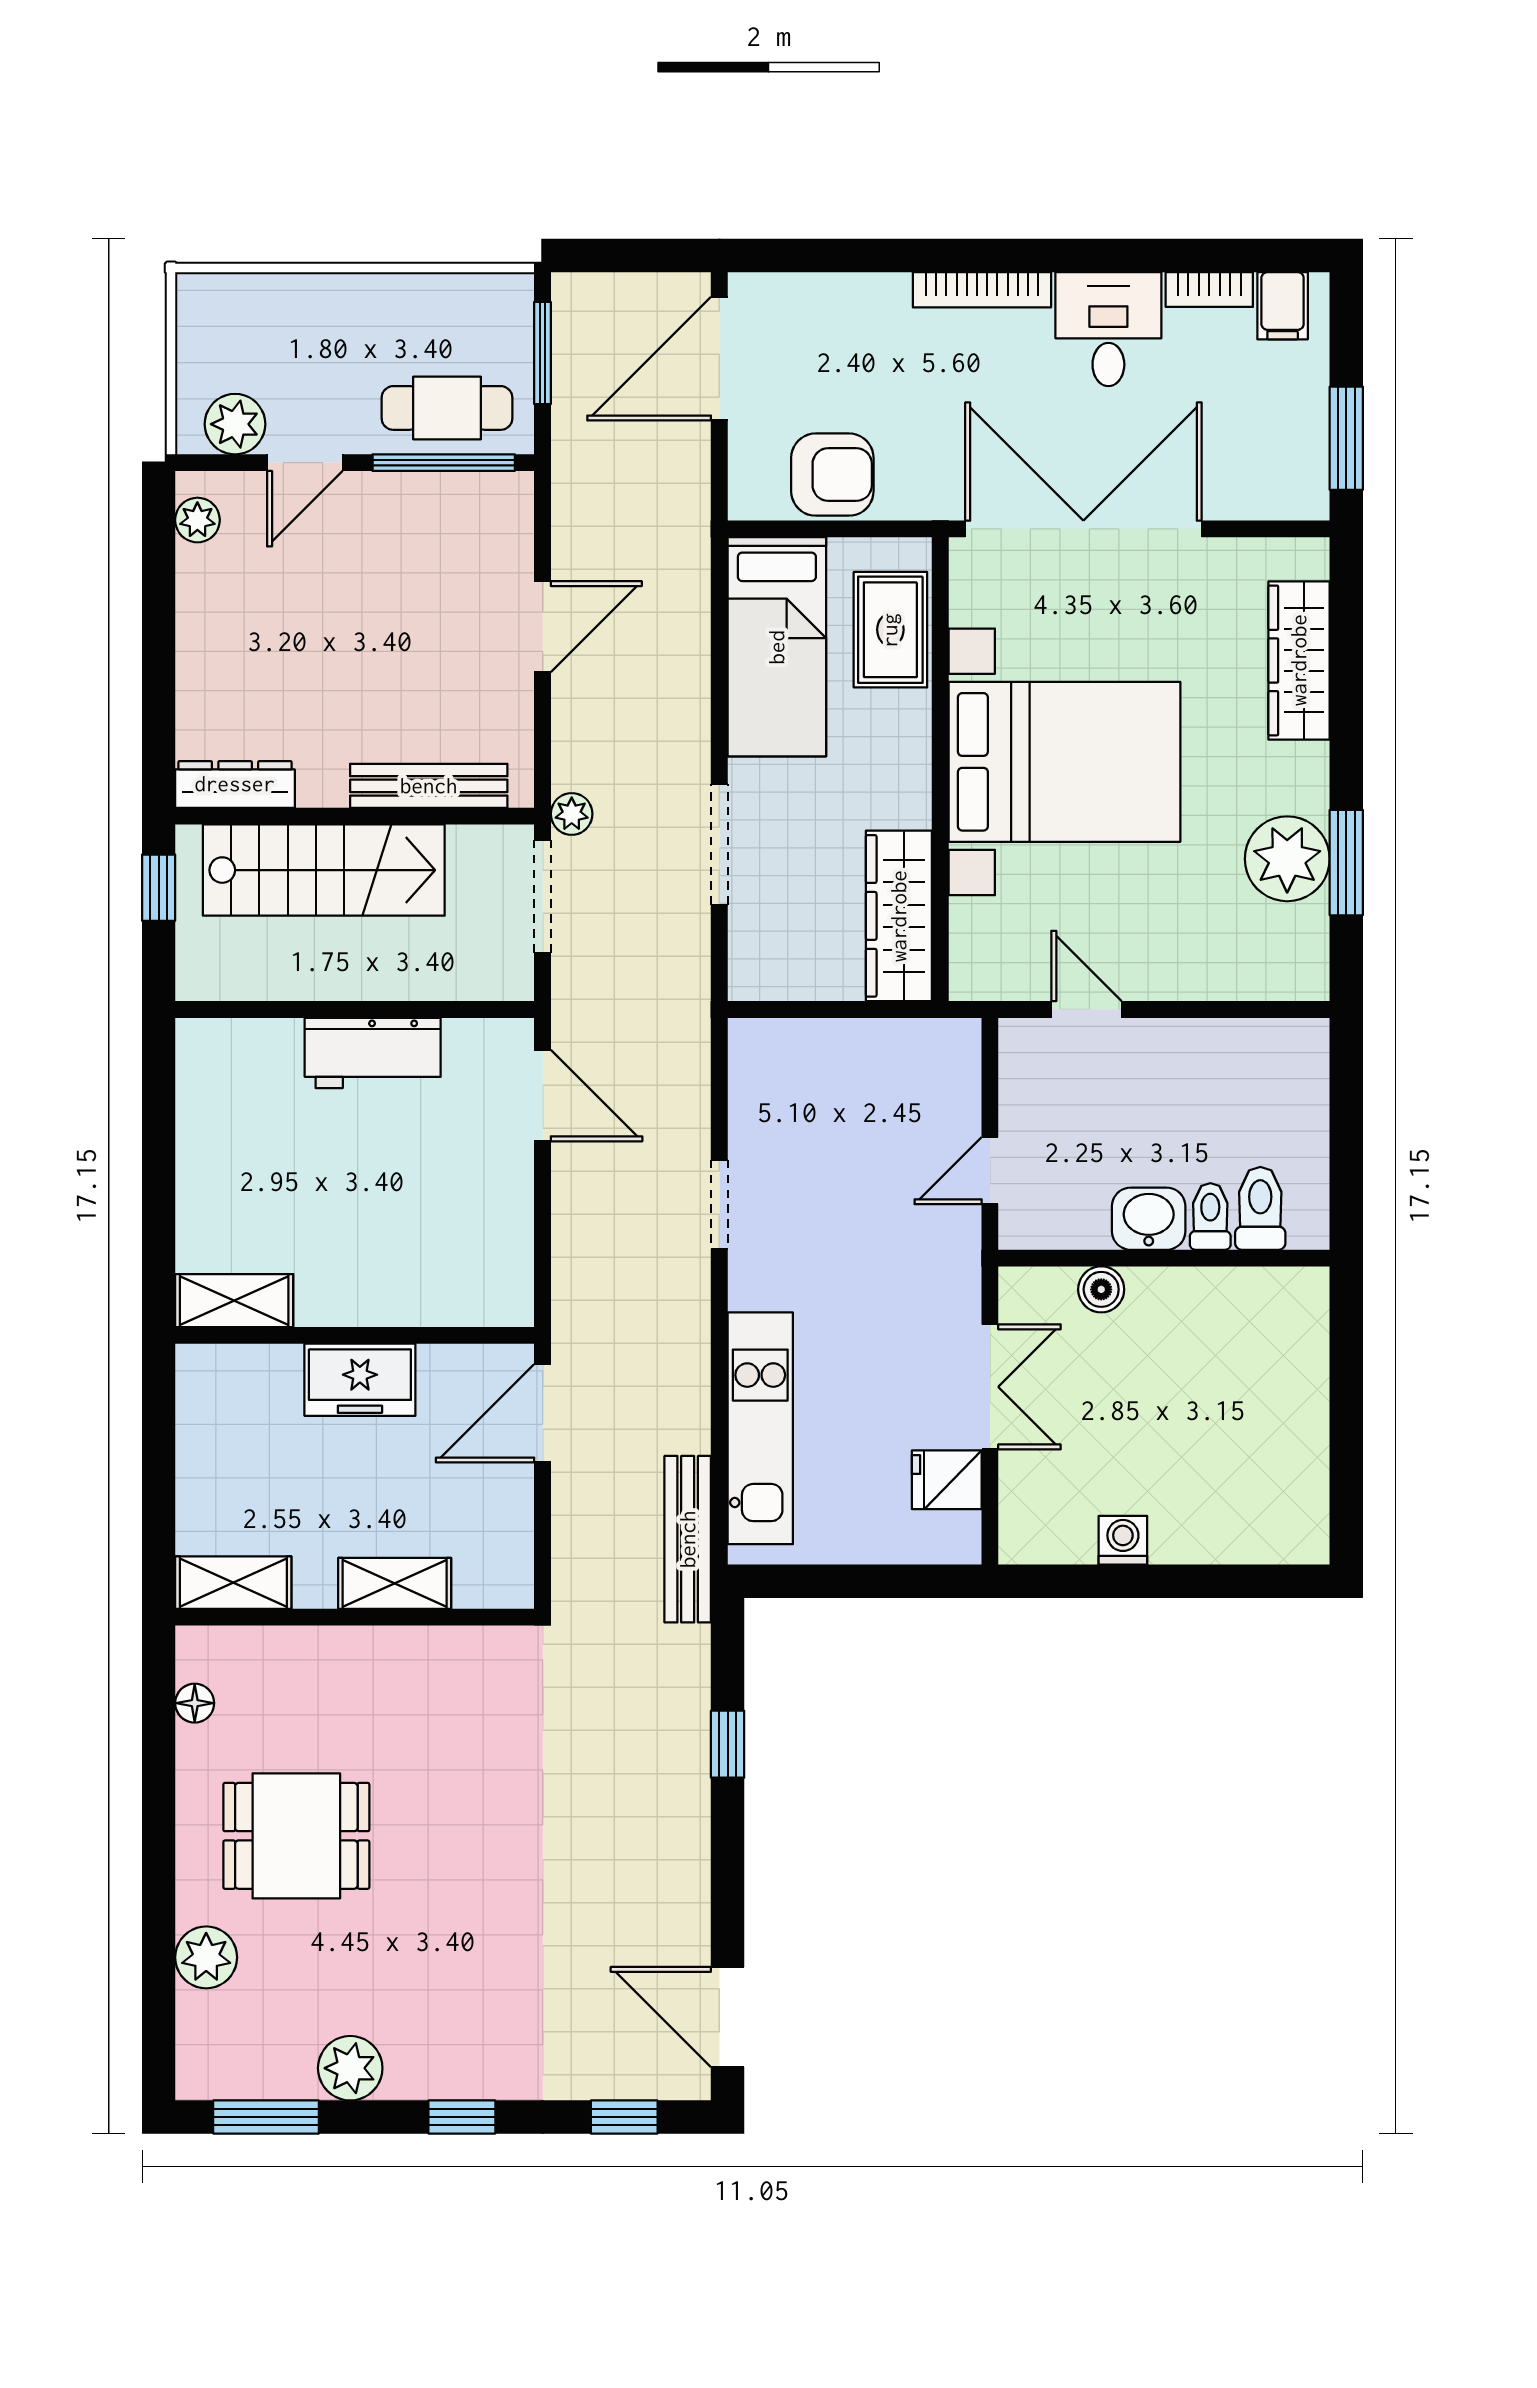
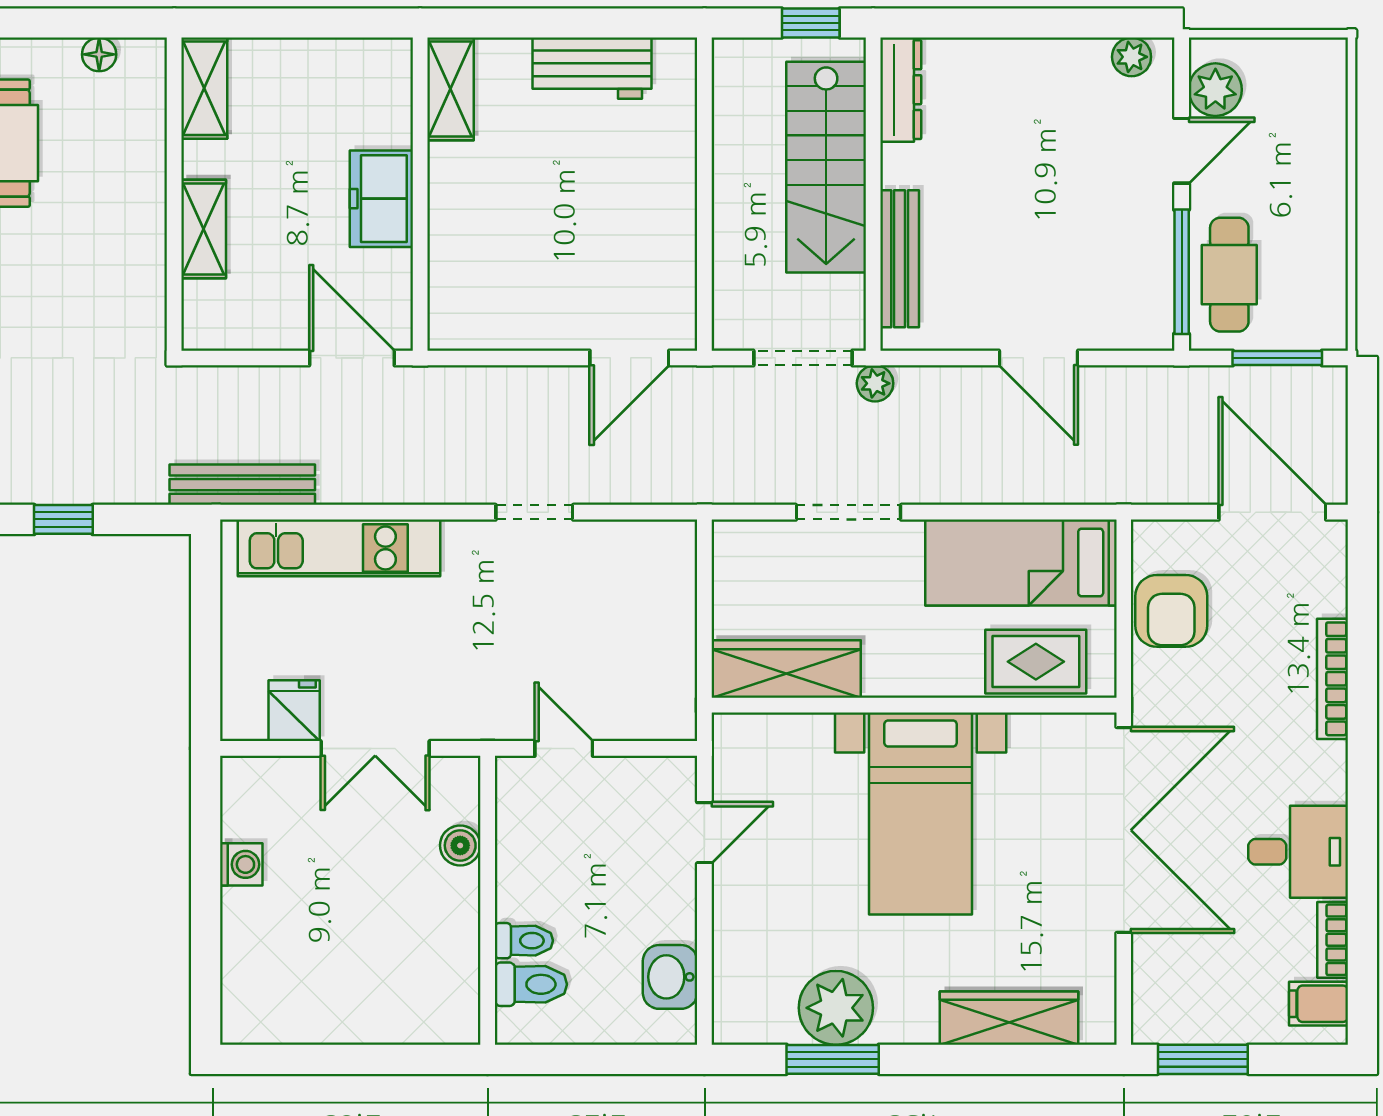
bookcase: (982, 290) -> (1332, 679), moved
door: (305, 463) -> (1182, 151), swing flipped
bed with nightstands: (1064, 762) -> (921, 813), width x0.73
workbench: (373, 1053) -> (592, 68), moved, turned -90
washbasin: (1149, 1219) -> (670, 977), moved, turned 180

